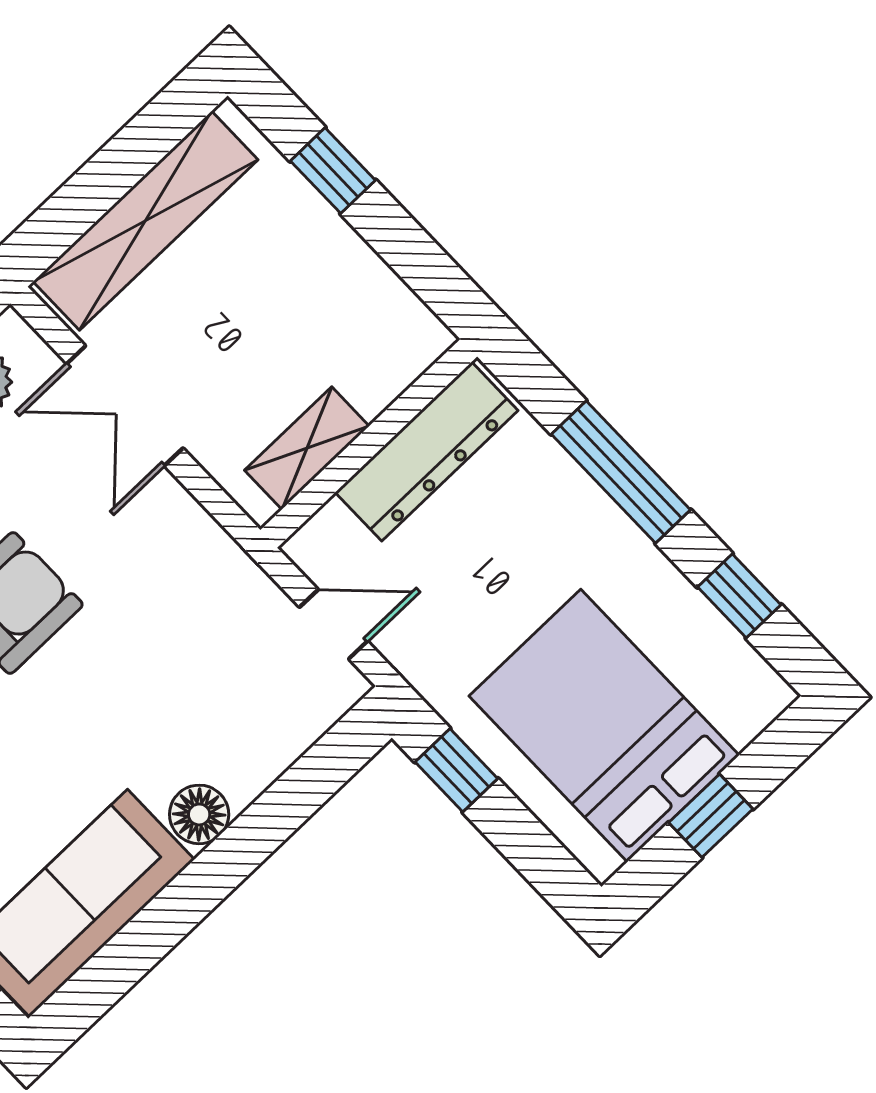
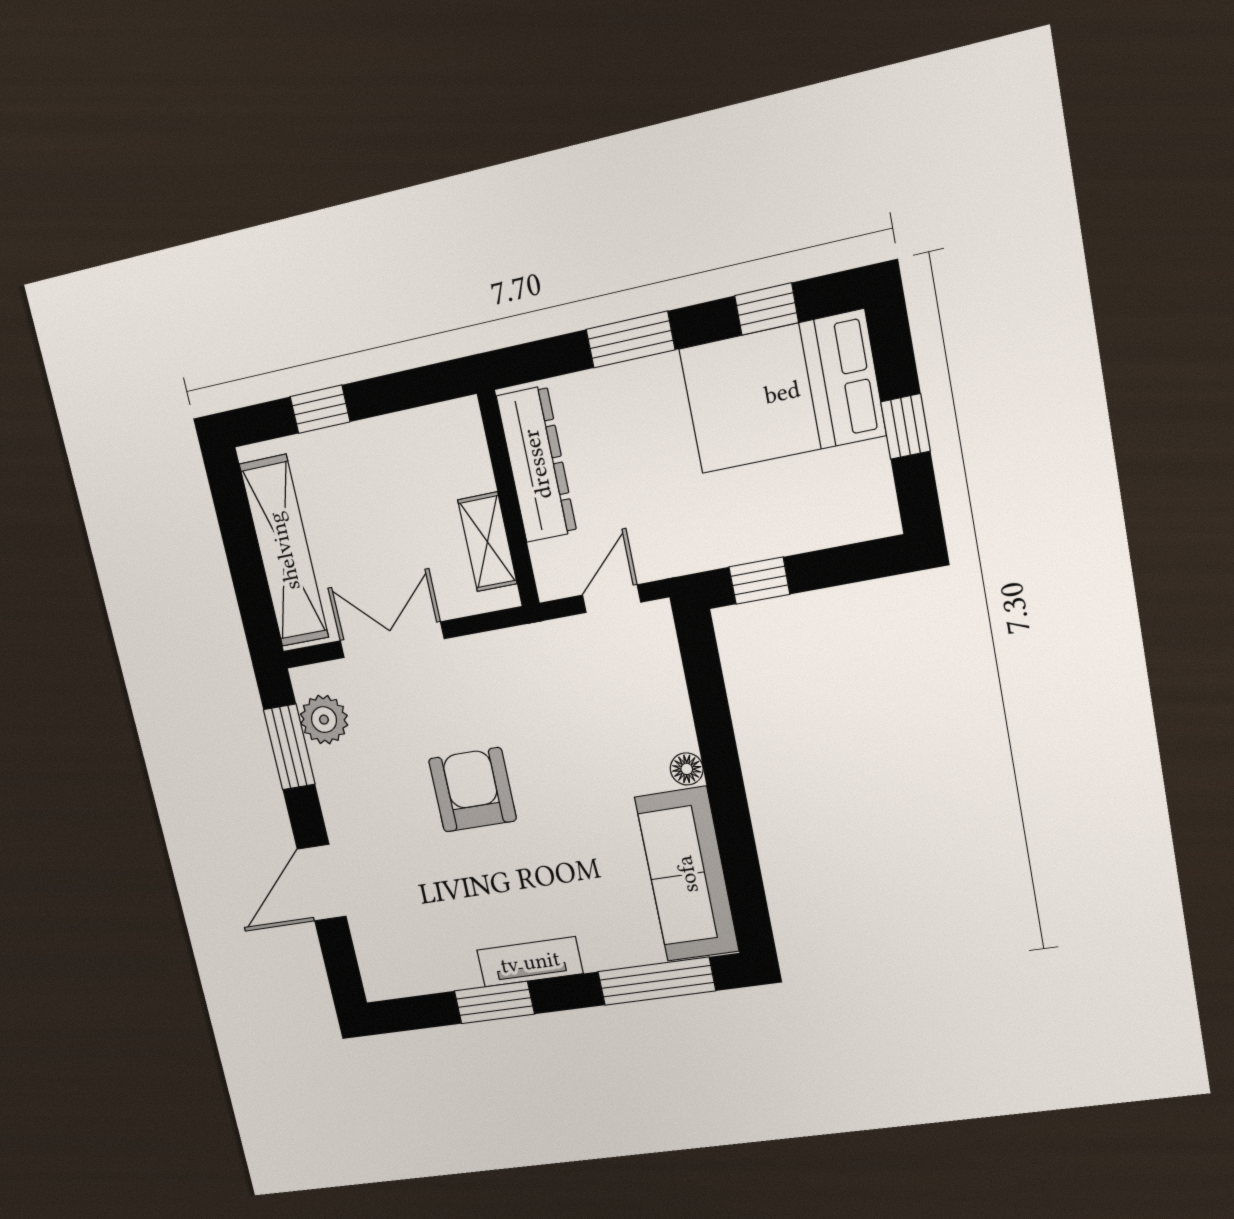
double door: (125, 406) -> (392, 640), swing flipped
window: (621, 472) -> (630, 340), width x0.69
bed: (604, 726) -> (782, 392), moved
floor lamp: (199, 814) -> (687, 769), width x0.73, depth x0.73

